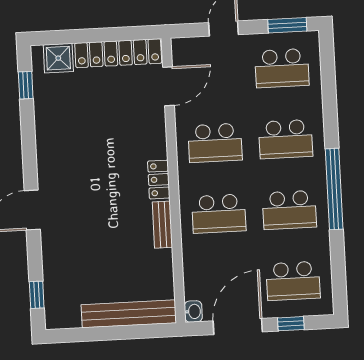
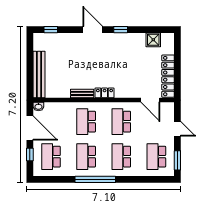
shower: (58, 58) -> (153, 40), moved
window: (26, 85) -> (121, 30), moved

